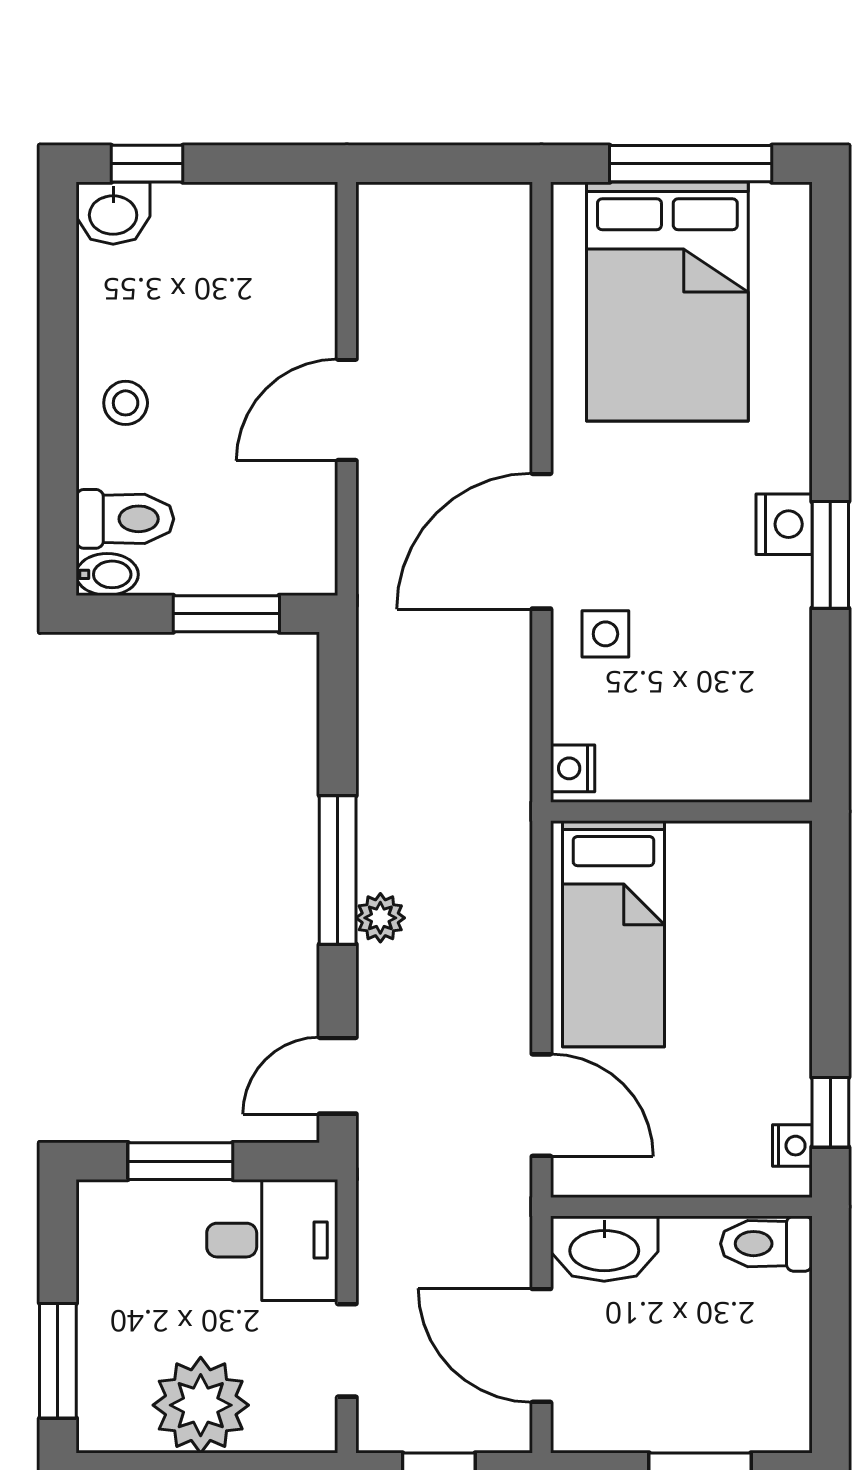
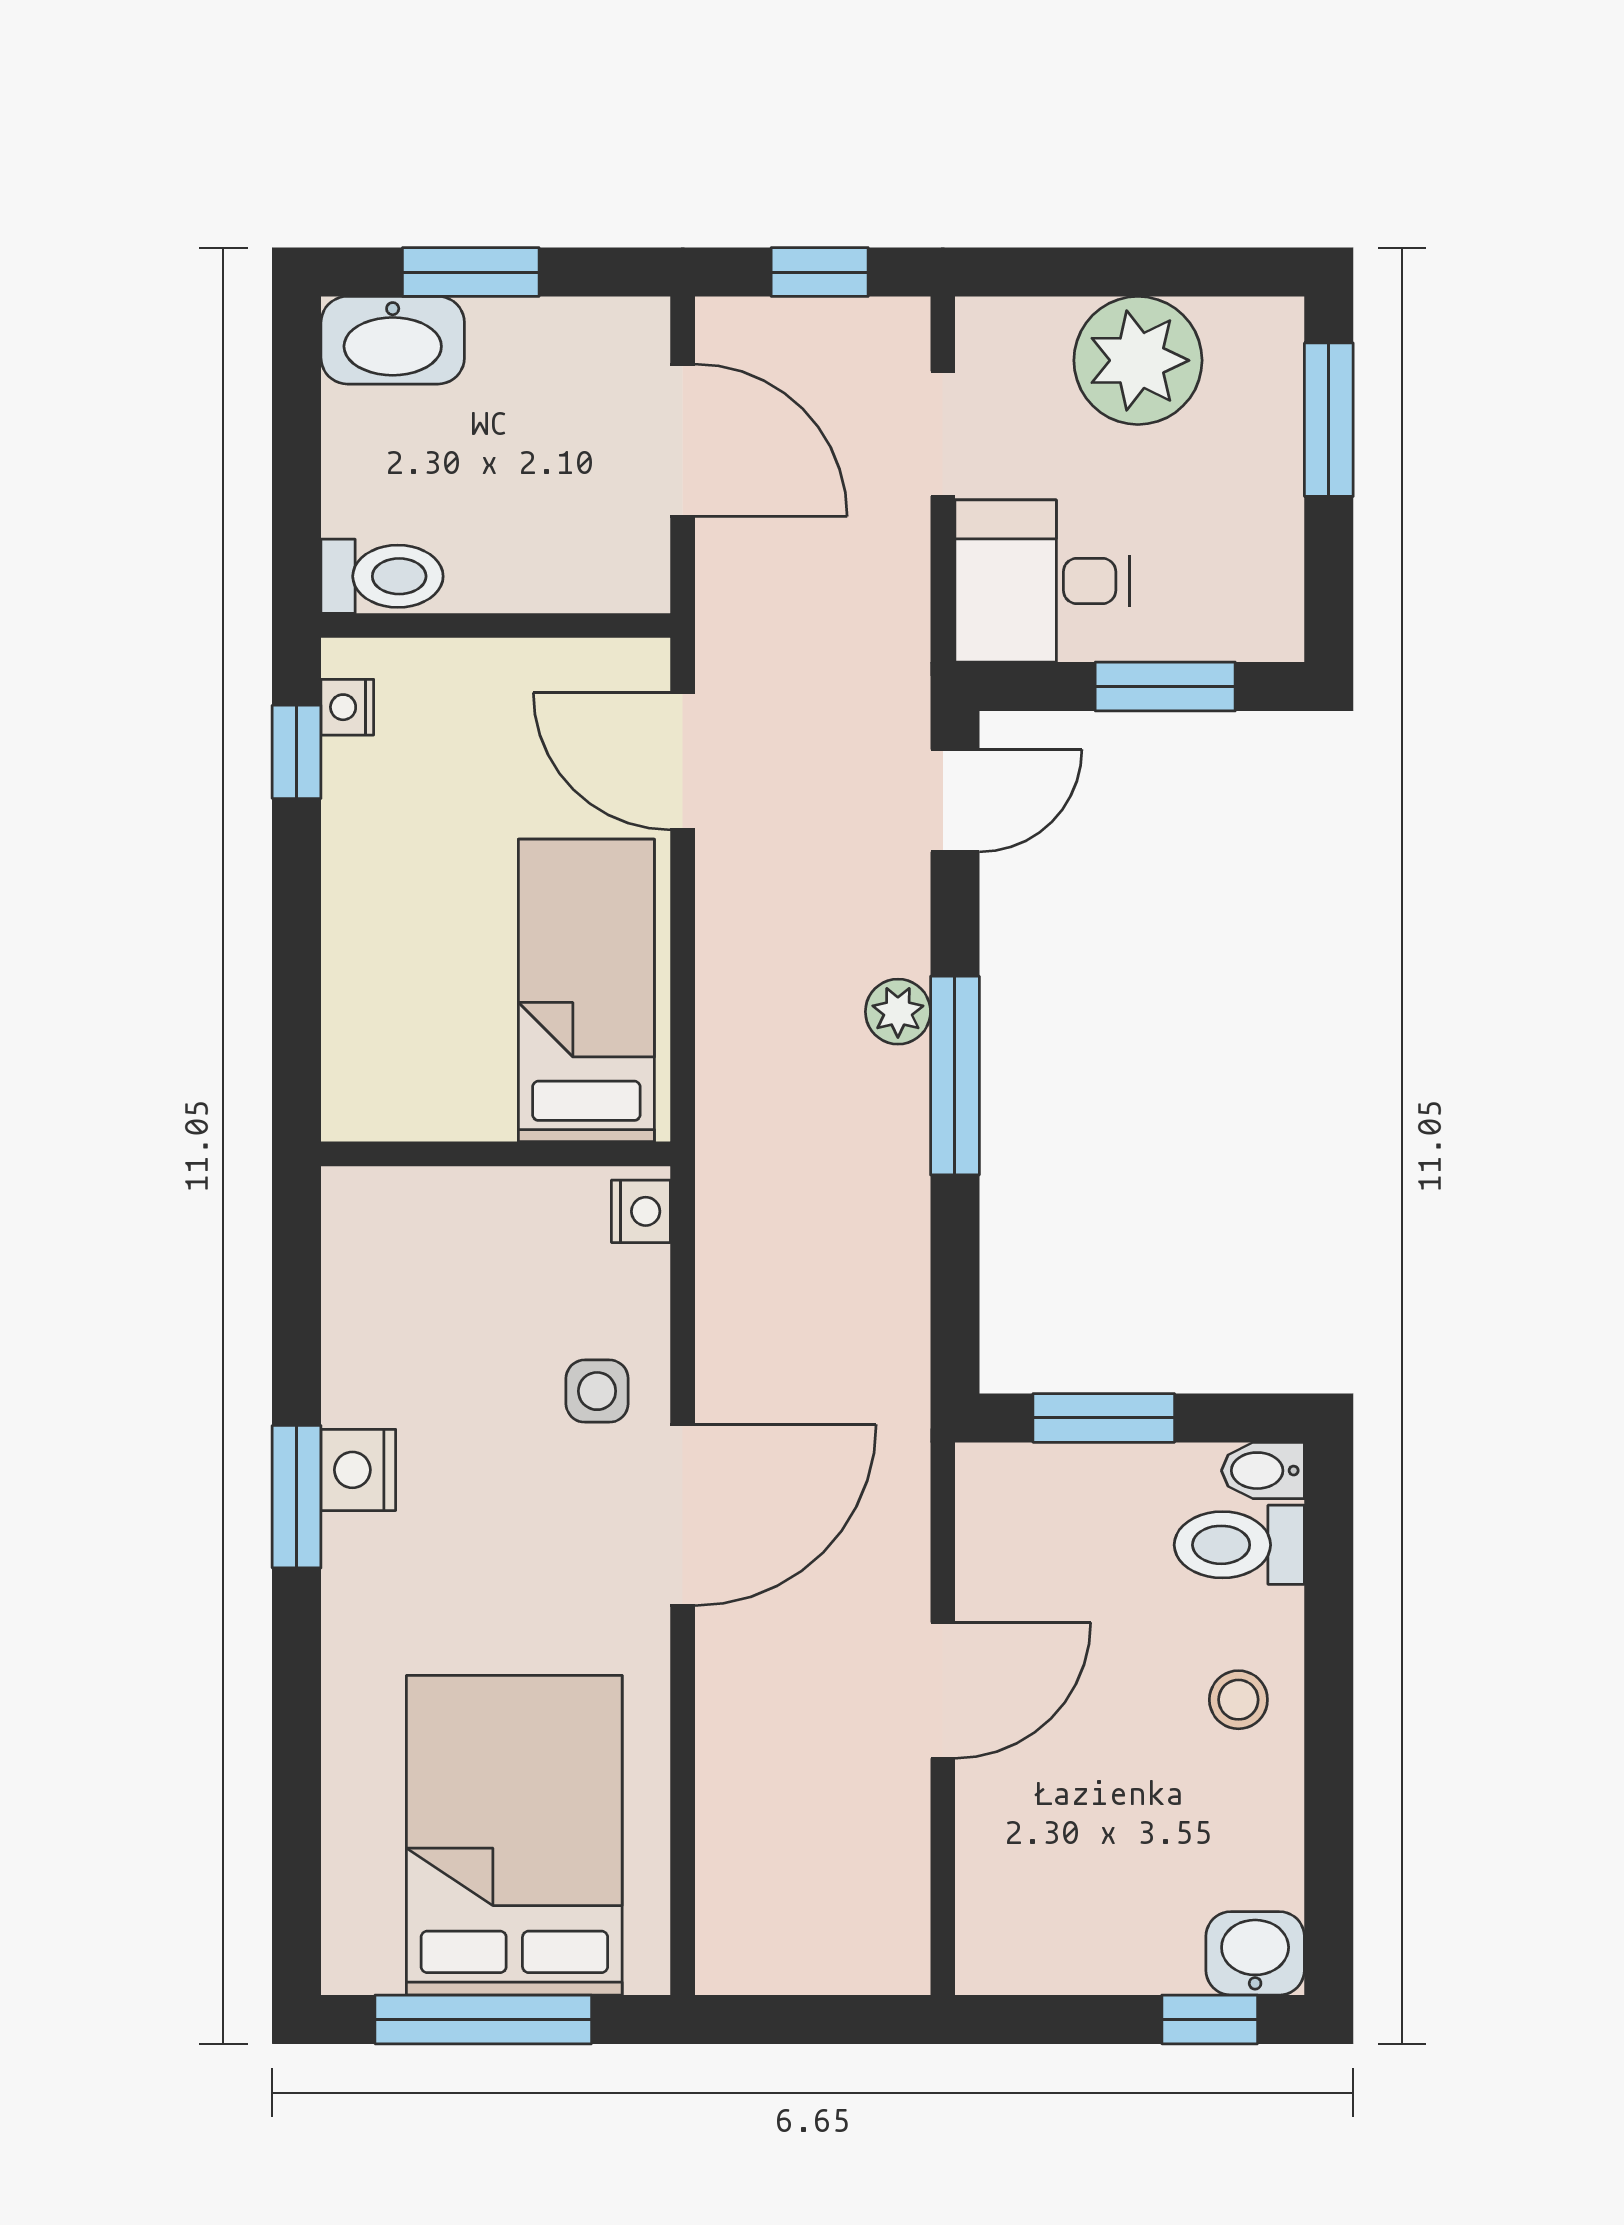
nightstand: (784, 524) -> (358, 1470), moved
washbasin: (604, 1249) -> (393, 340), moved, turned 180

